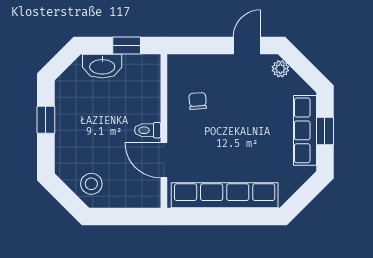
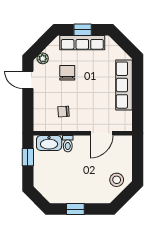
washbasin: (102, 66) -> (49, 143), moved, turned 90
chair: (258, 107) -> (67, 73), added
toilet: (148, 130) -> (68, 144), moved
row of seats: (225, 195) -> (124, 85), width x0.73

